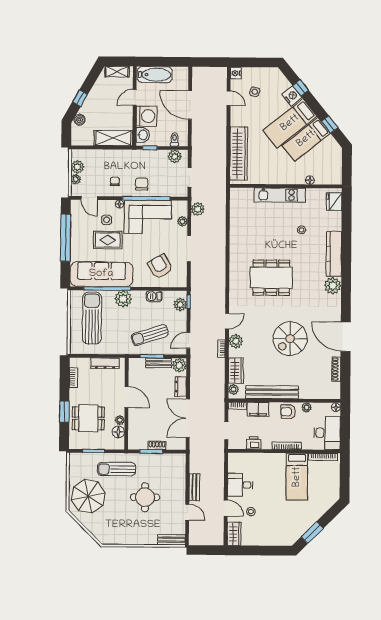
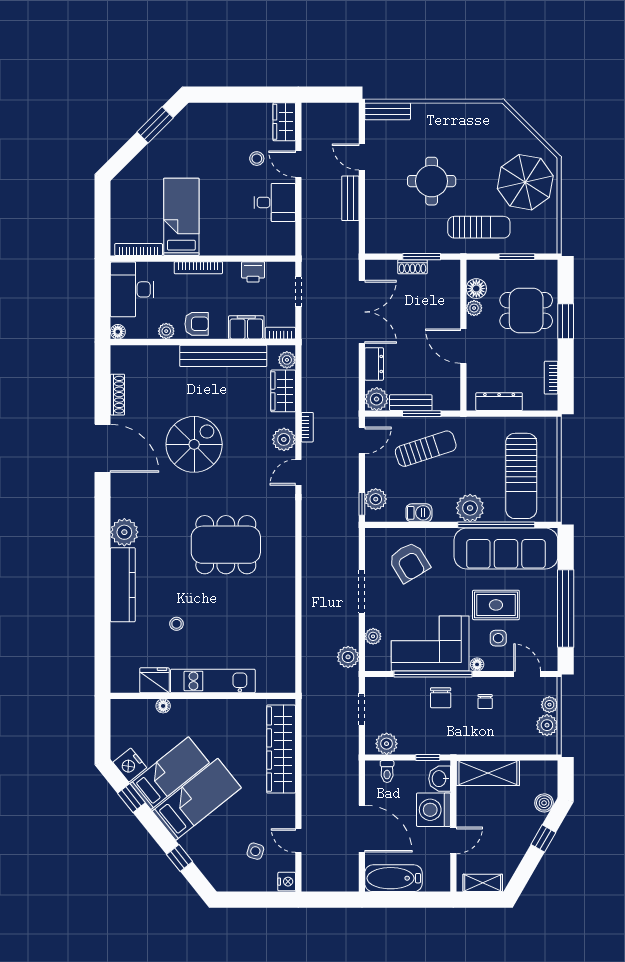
bathtub: (155, 75) -> (393, 878), moved
nightstand: (292, 96) -> (130, 765), moved
fridge: (334, 201) -> (154, 680), moved, turned -90

